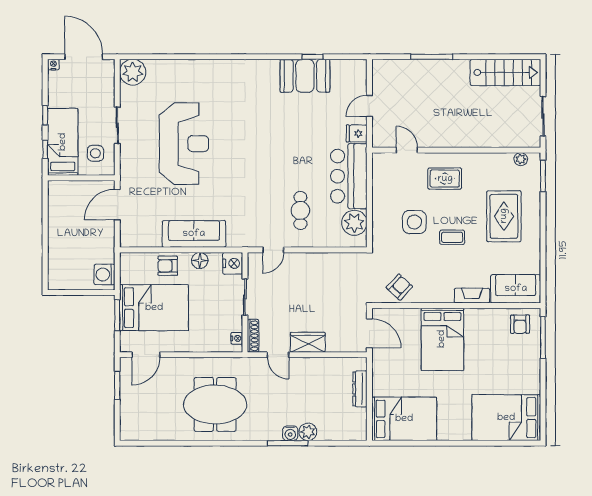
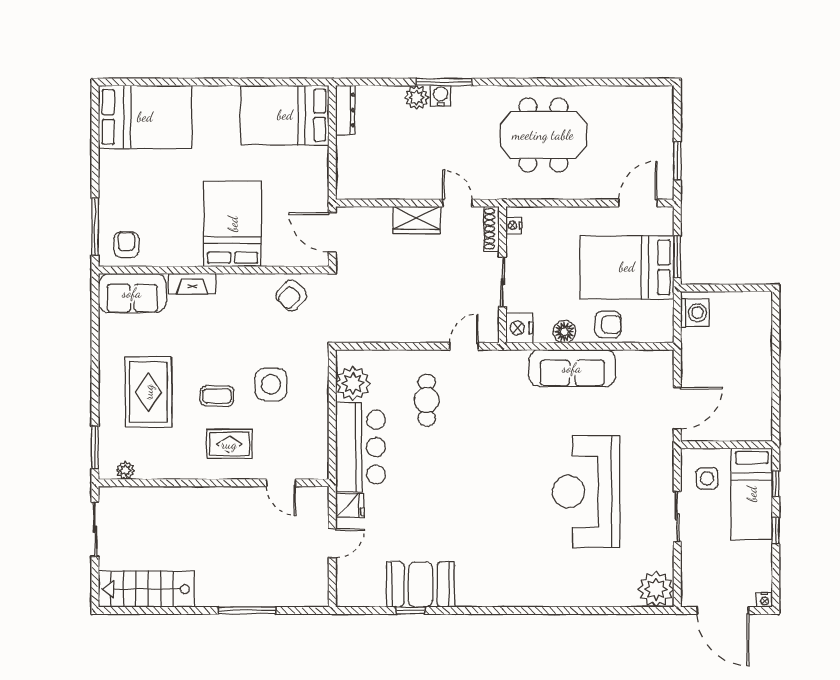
coffee table: (452, 237) -> (217, 396), moved
dresser: (360, 389) -> (345, 110), moved

